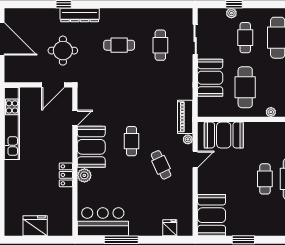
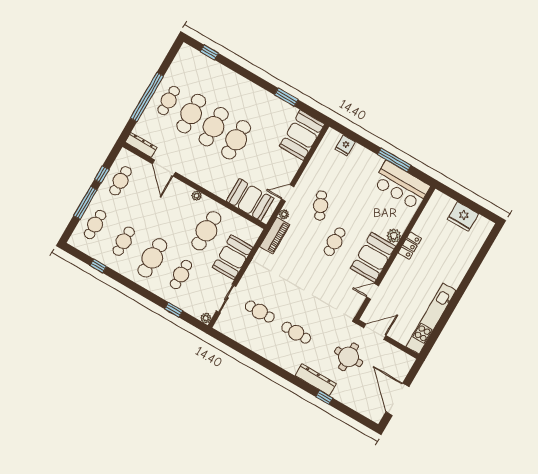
plant: (231, 13) -> (206, 318), moved
cafe table: (160, 45) -> (260, 312), turned 90
cafe table: (265, 179) -> (236, 140), width x1.37, depth x1.35

